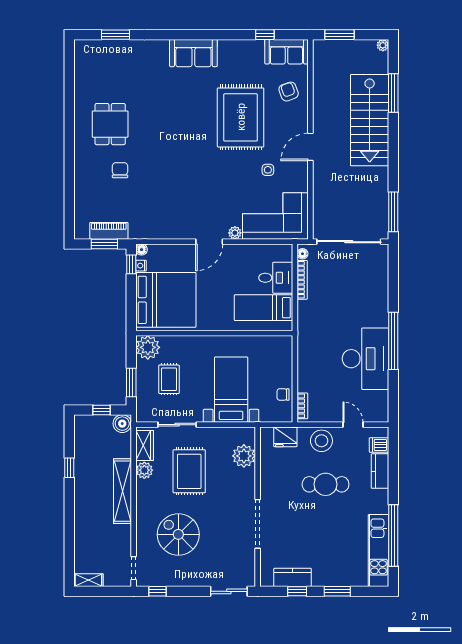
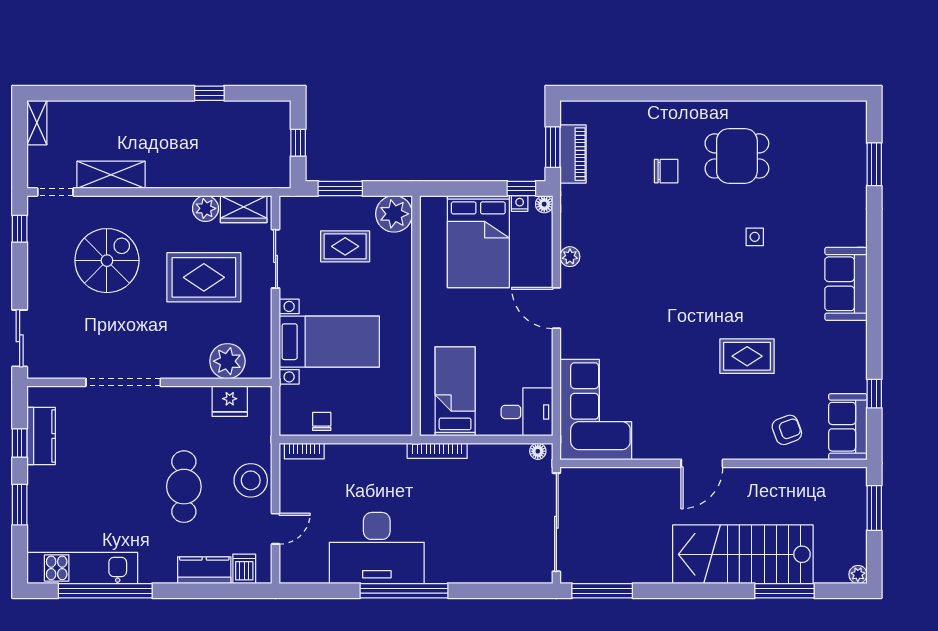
rug: (241, 117) -> (747, 356), width x0.54, depth x0.49
door: (310, 147) -> (702, 463), swing flipped
side table: (268, 170) -> (755, 237), moved
plant: (235, 233) -> (570, 257), moved
desk: (276, 278) -> (527, 412), moved, turned -90
bookcase: (302, 280) -> (437, 451), moved
bed: (166, 300) -> (478, 242), width x0.73
boiler: (122, 424) -> (277, 175), removed
fridge: (285, 437) -> (230, 401), moved, turned -90
shelving: (122, 491) -> (111, 175), moved, width x0.68

